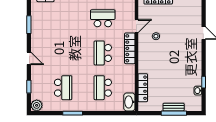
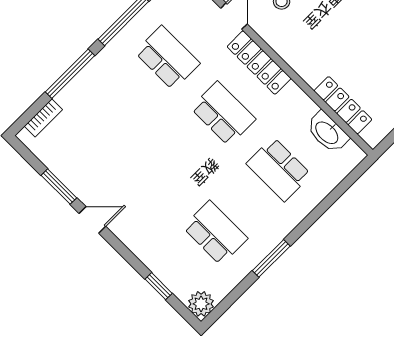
school desk: (103, 18) -> (167, 58), turned 90
school desk: (103, 53) -> (223, 114), turned 180
door: (29, 58) -> (92, 220), moved
washbasin: (129, 102) -> (327, 132), moved

